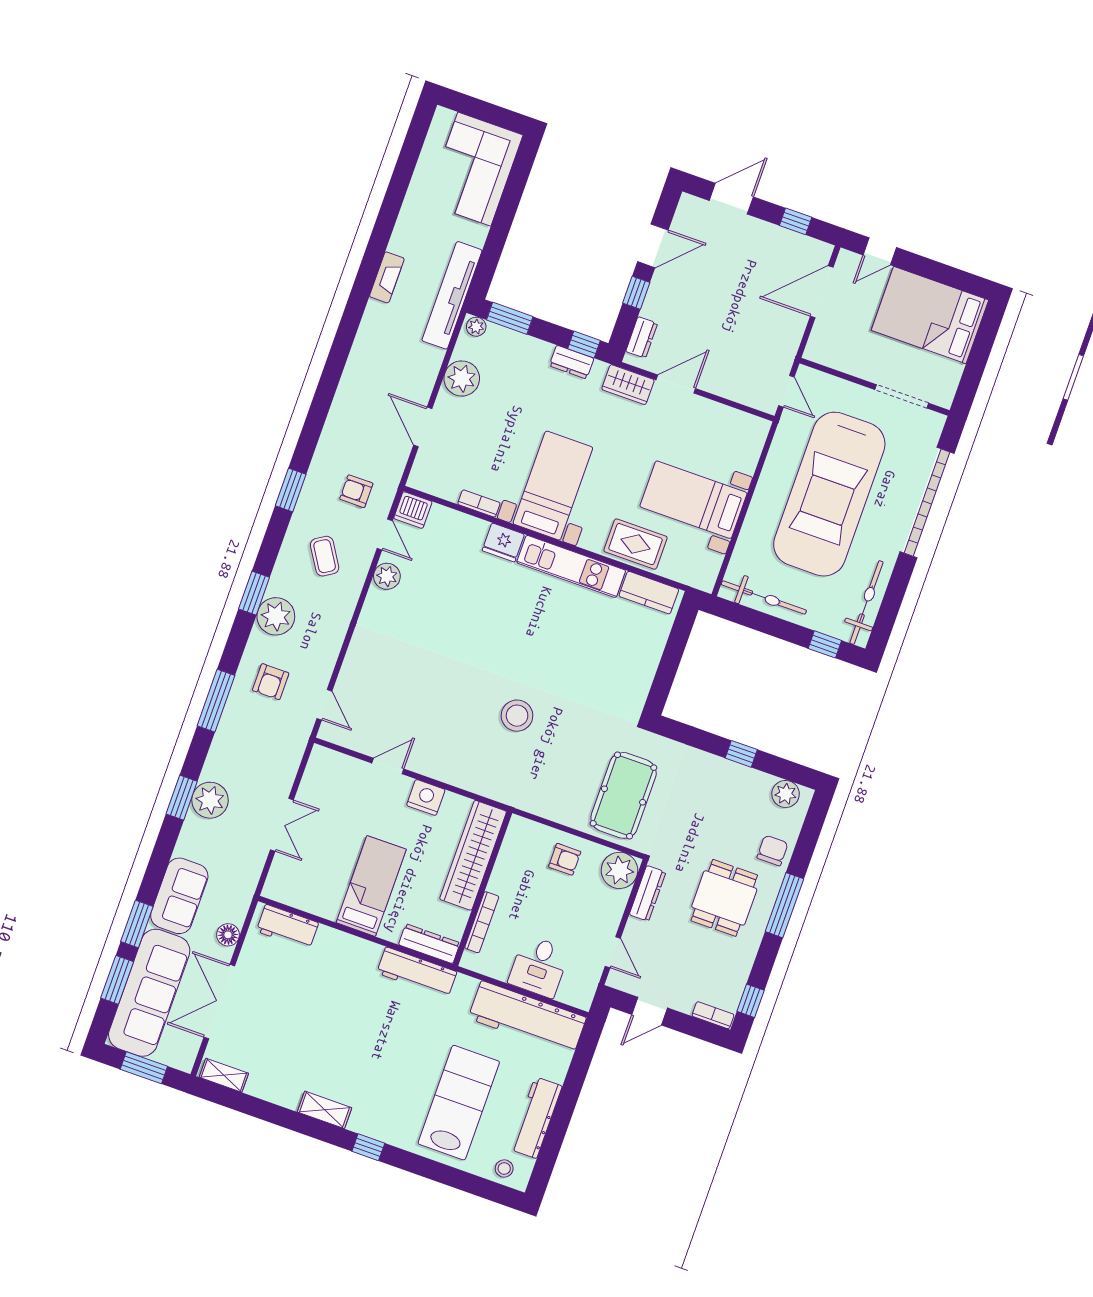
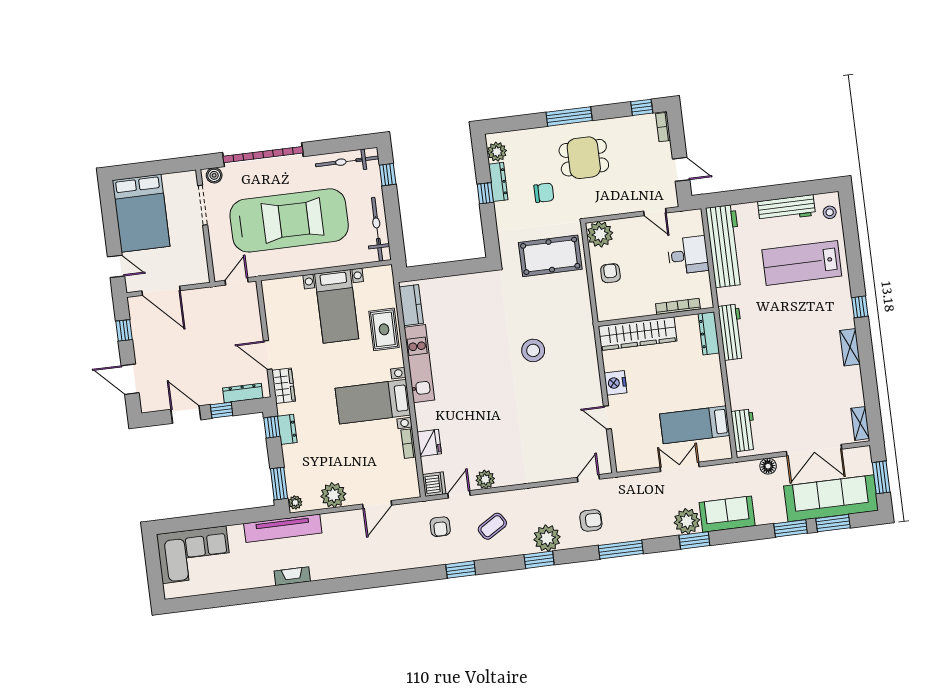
dresser: (642, 337) -> (243, 393), width x1.44
boiler: (932, 429) -> (214, 175), added
fridge: (503, 542) -> (429, 443), moved
chair: (772, 850) -> (544, 193), moved, turned 180
bed: (371, 886) -> (695, 425), moved
dresser: (648, 893) -> (498, 182), moved, turned 90
sofa: (179, 896) -> (727, 514), moved
door: (613, 952) -> (655, 212), swing flipped

